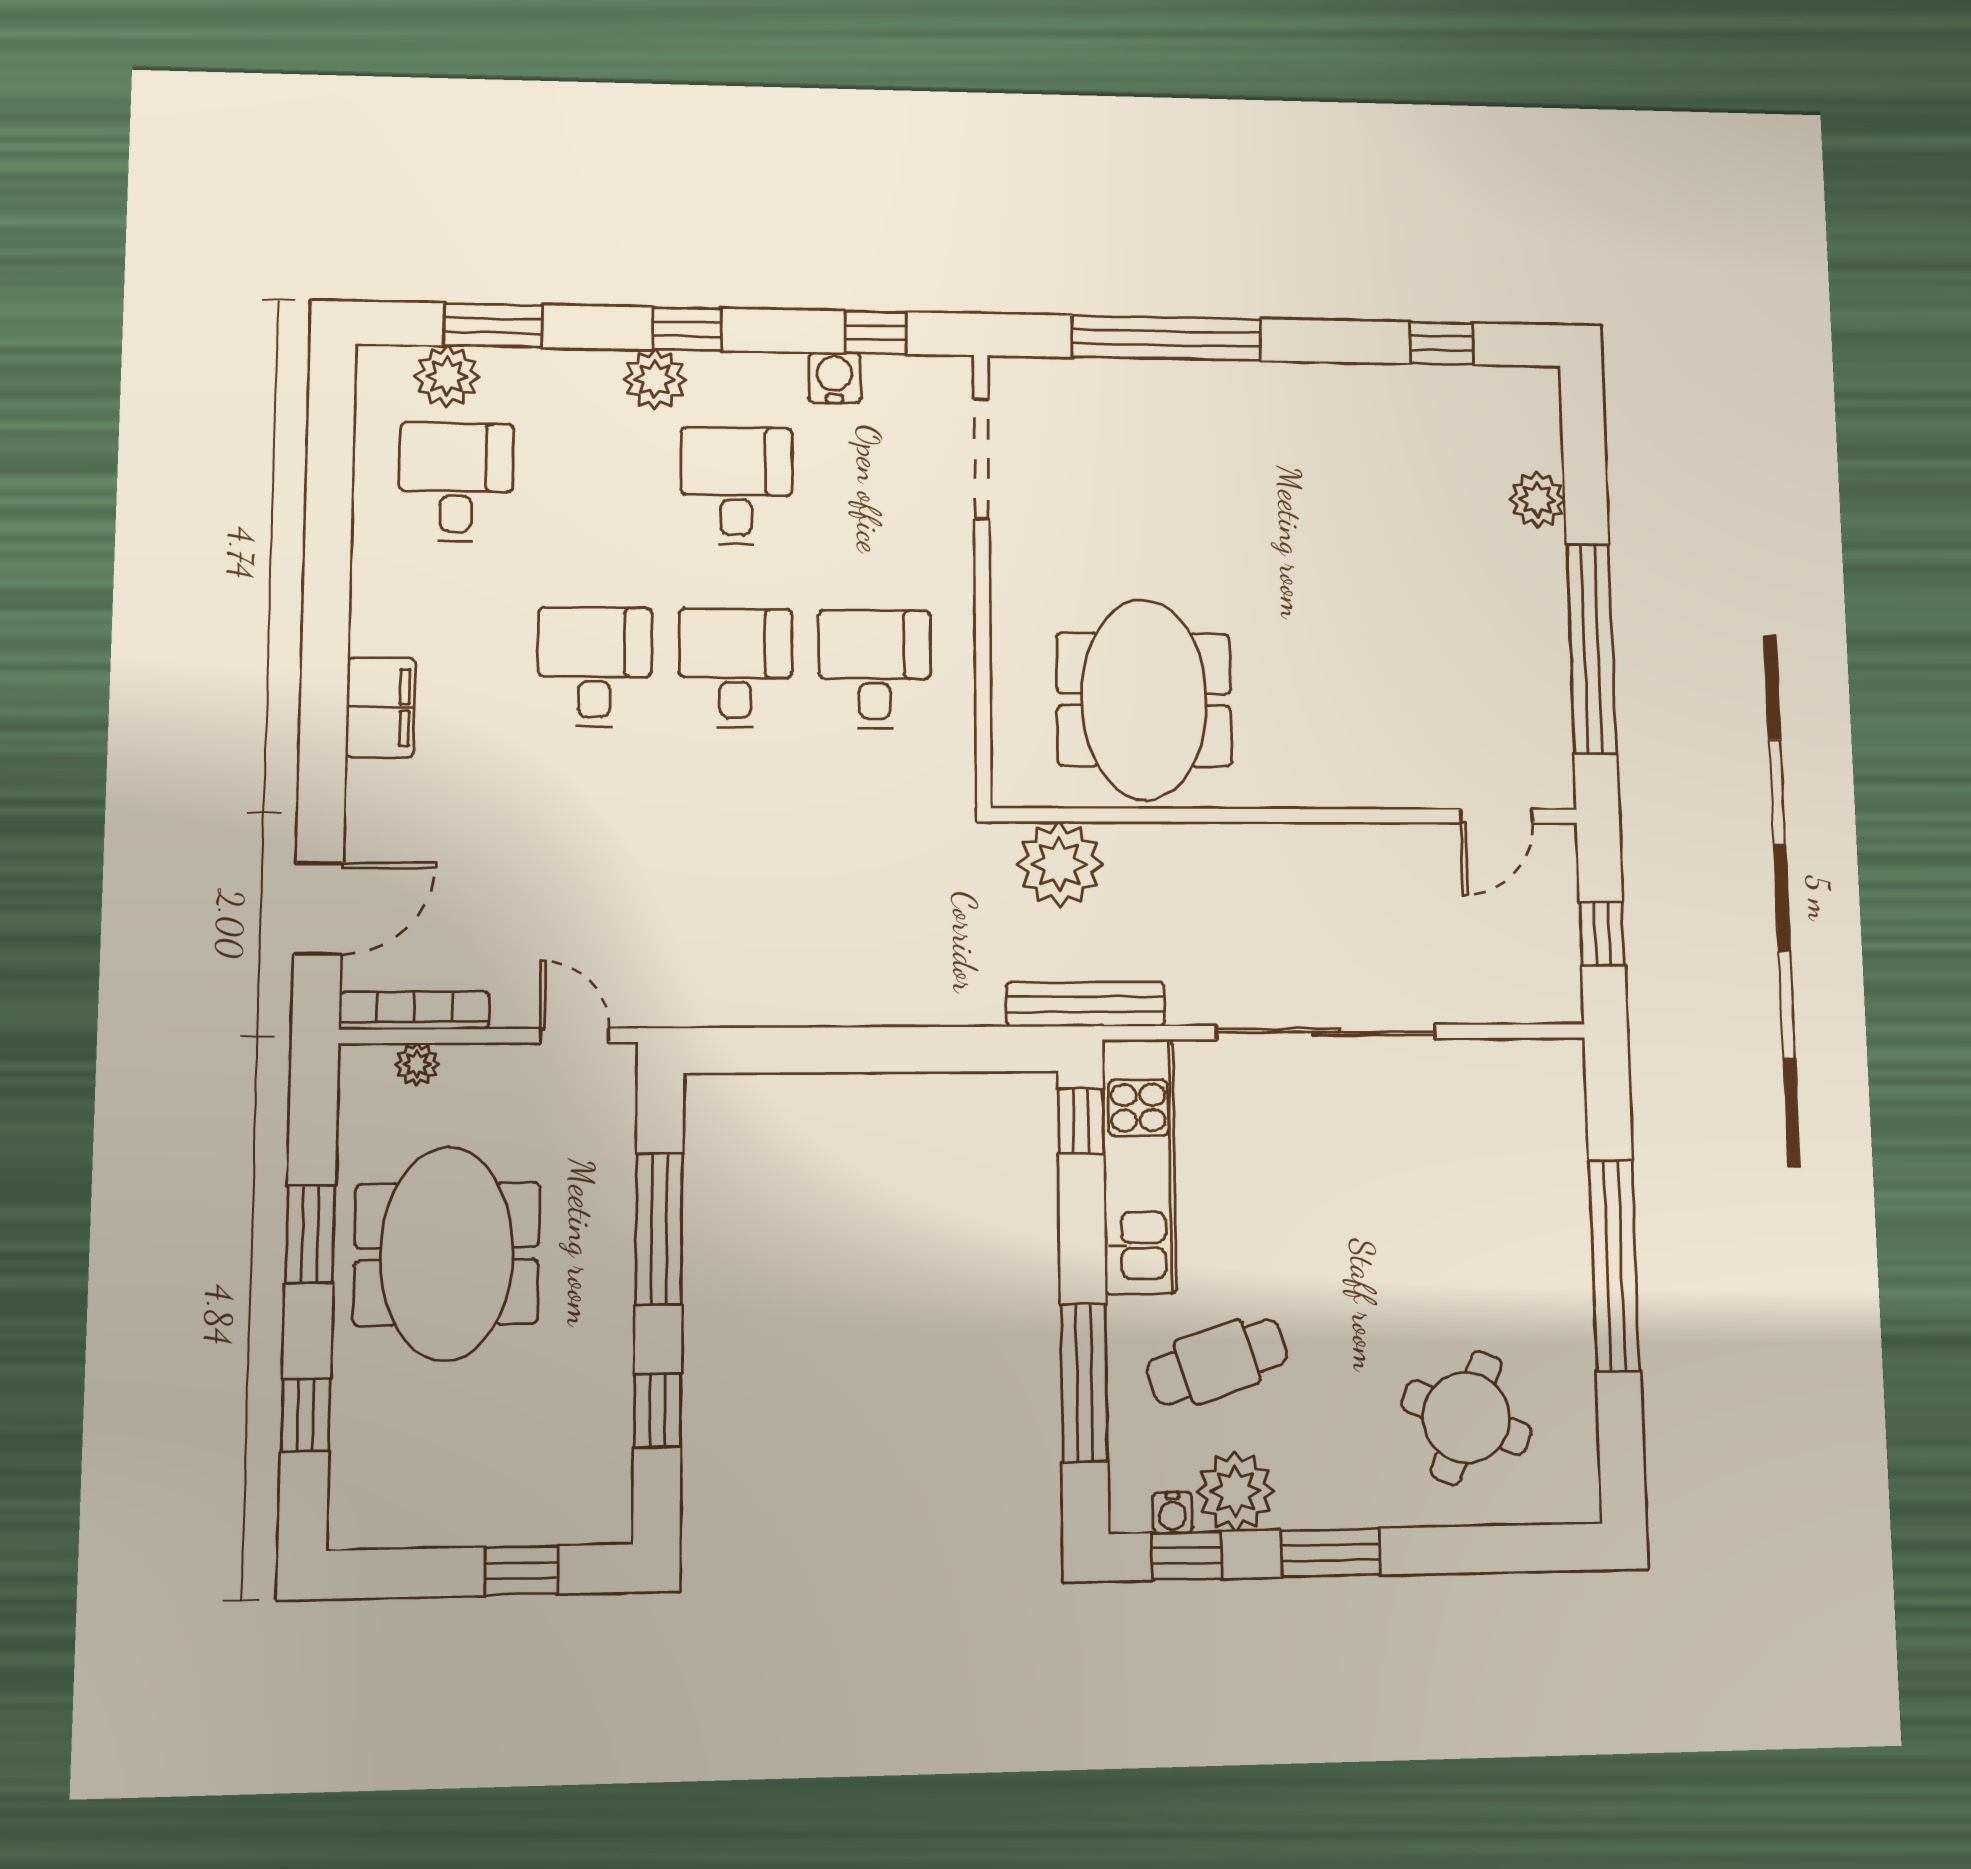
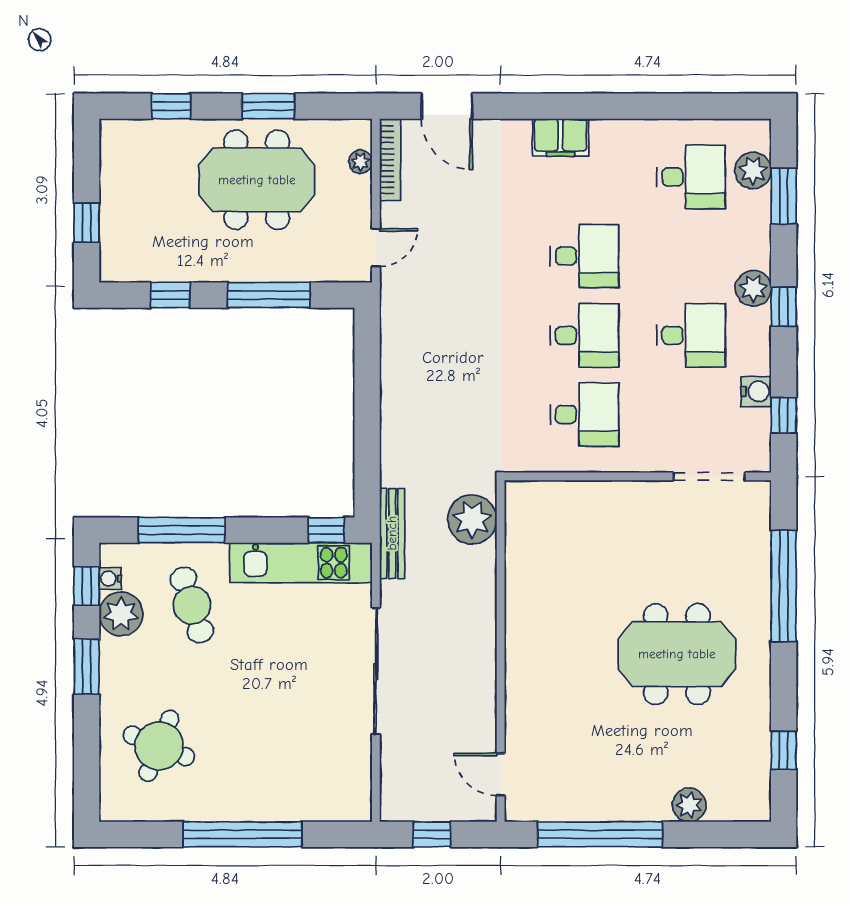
meeting table: (1144, 699) -> (677, 654), moved

